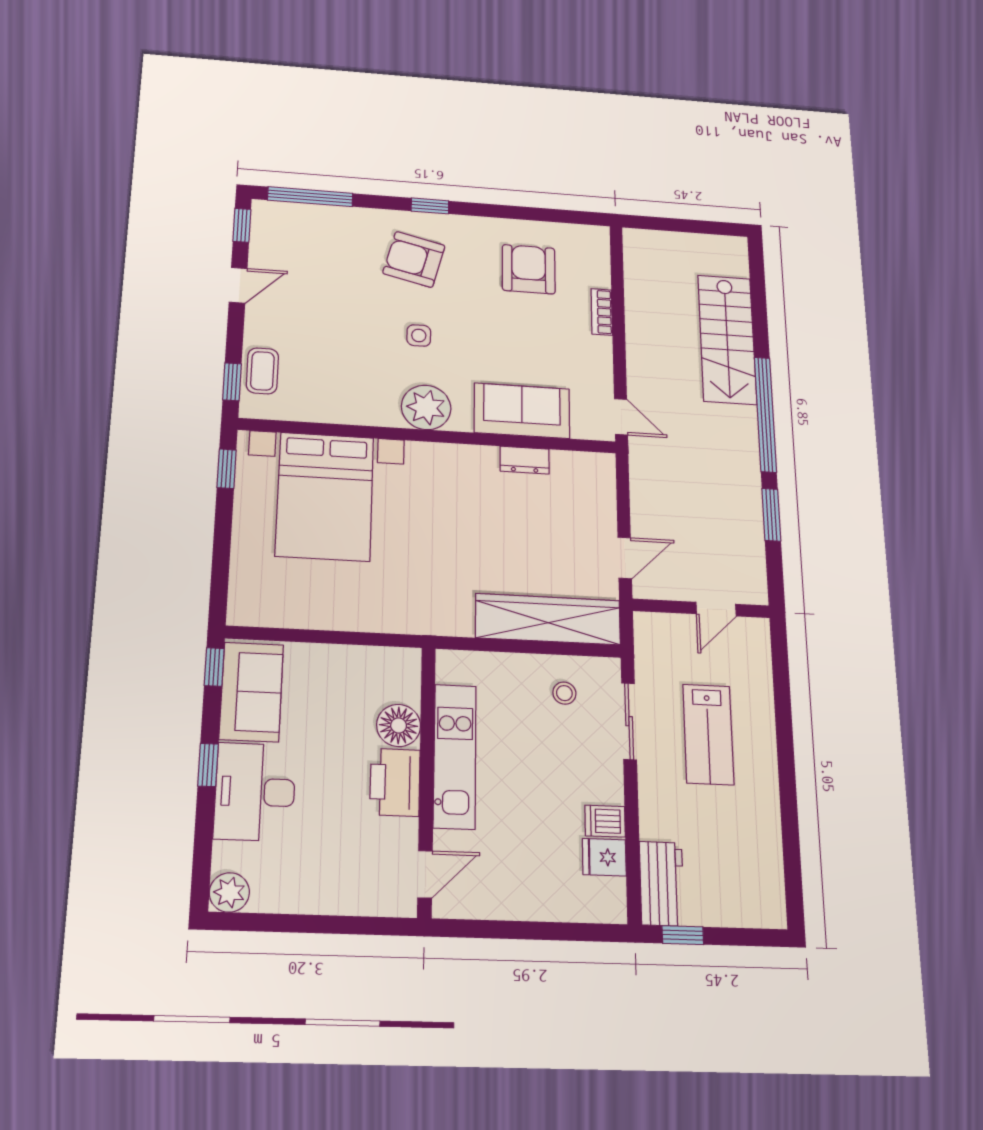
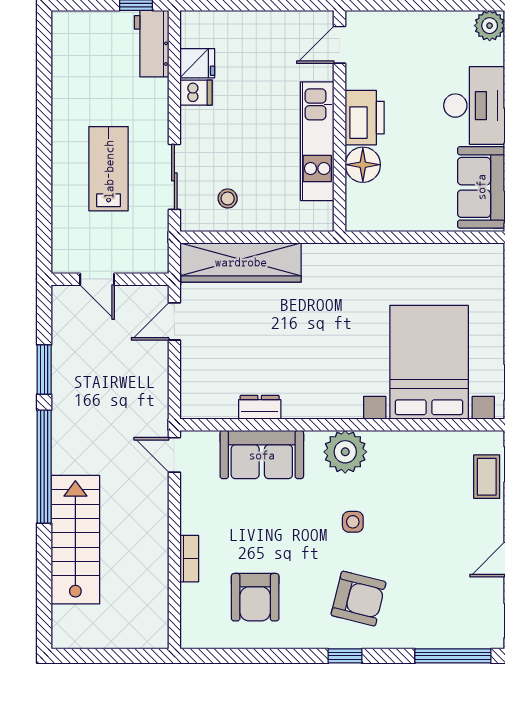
door: (716, 609) -> (97, 279), swing flipped

